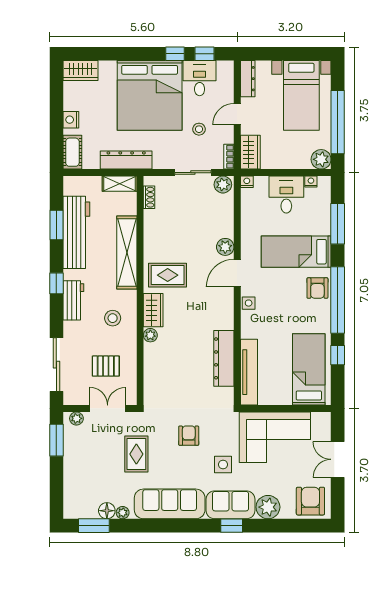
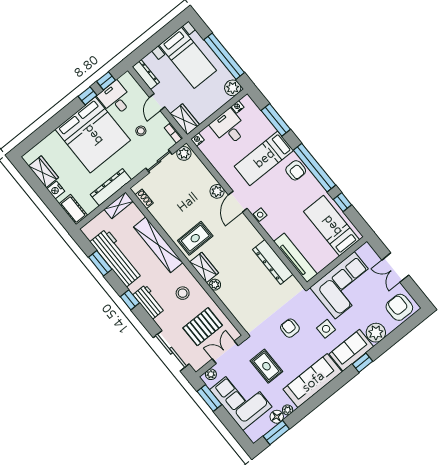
wardrobe: (81, 71) -> (44, 172), moved, turned -90
pallet: (106, 366) -> (203, 327), width x1.50, depth x1.42
corner sofa: (87, 465) -> (241, 398), added

